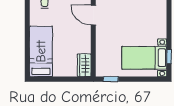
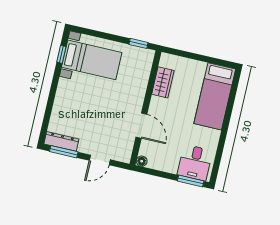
wardrobe: (84, 65) -> (163, 82), moved

